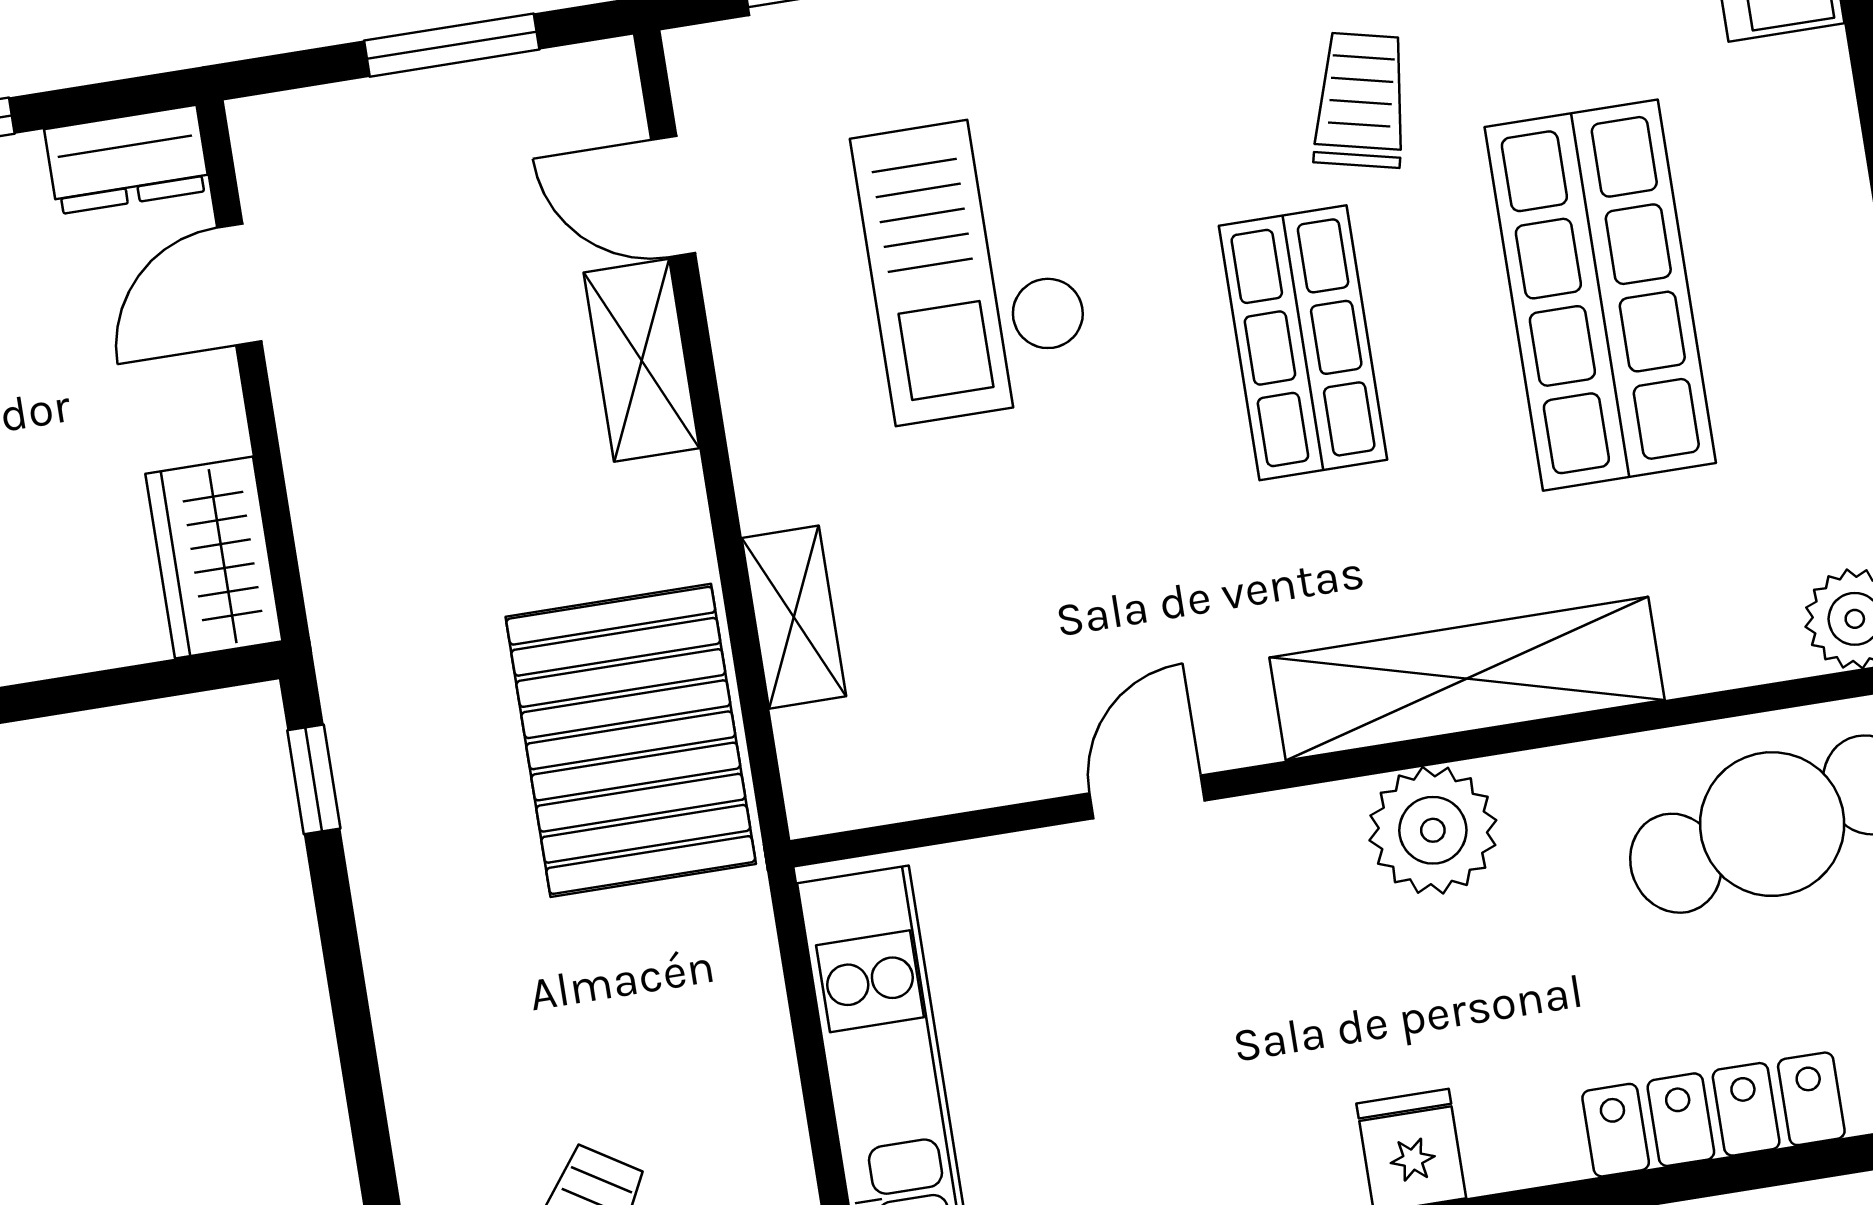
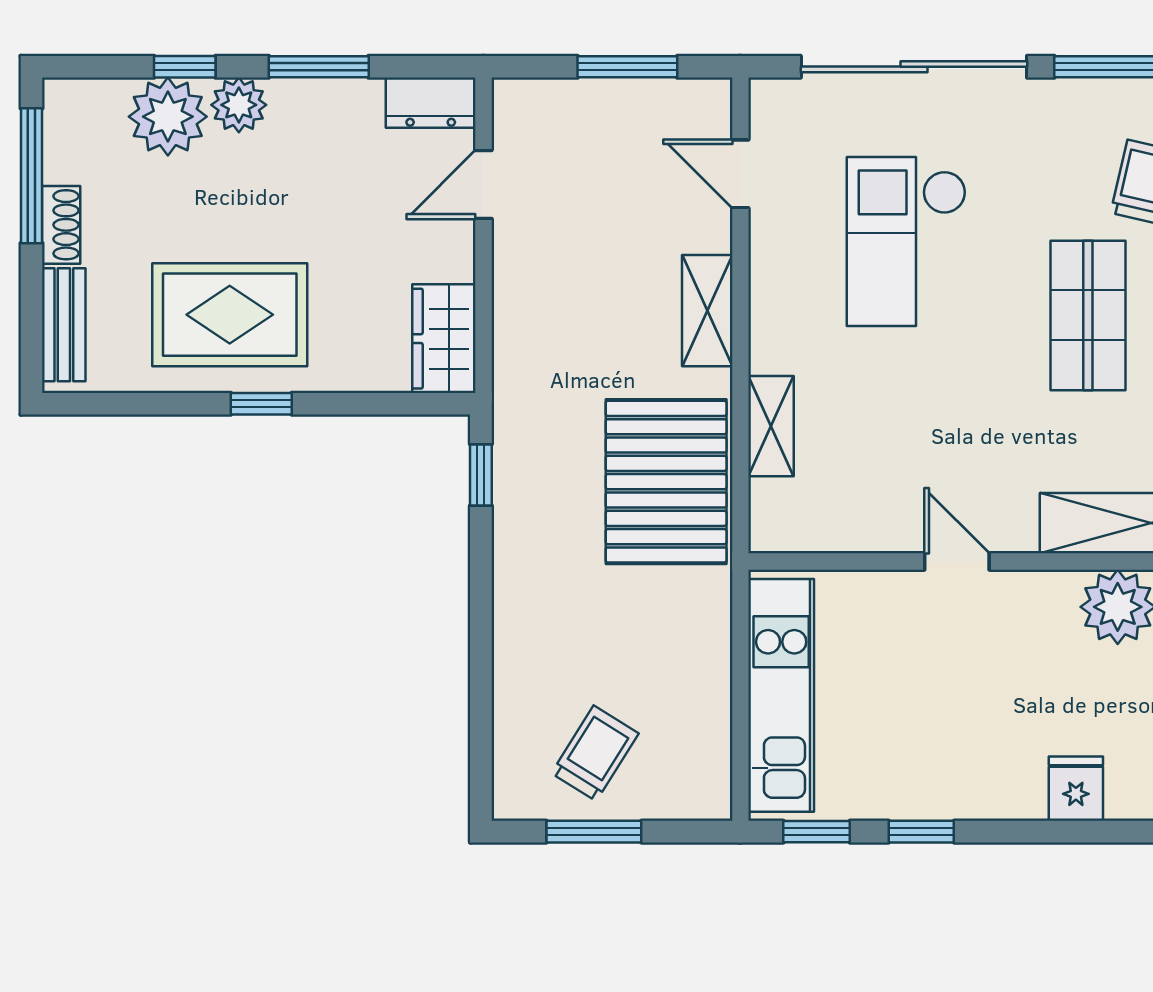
shelving: (642, 360) -> (707, 311), moved
door: (1147, 797) -> (957, 562), hinge flipped

